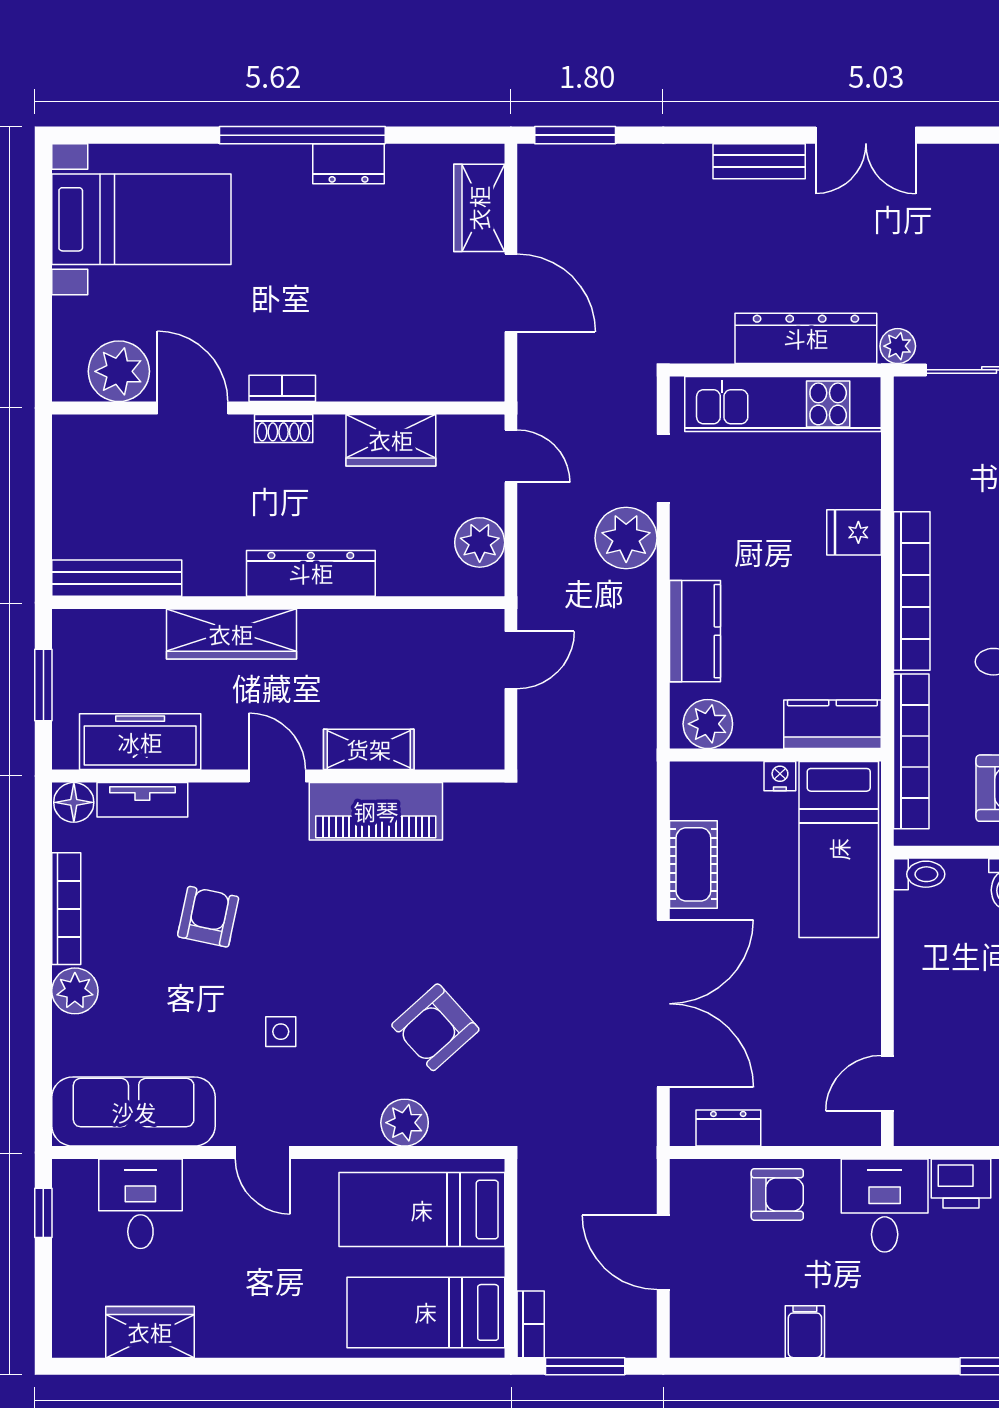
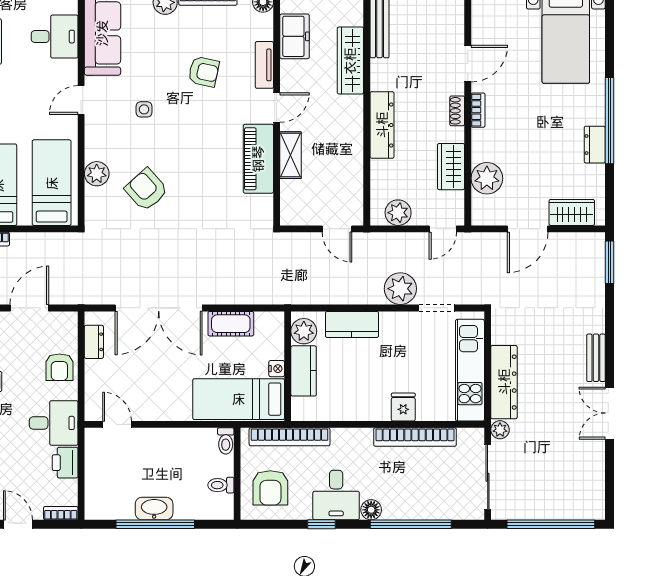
plant: (119, 371) -> (487, 178), moved
bookcase: (912, 591) -> (415, 437), moved
wardrobe: (231, 634) -> (350, 61), moved
kitchen counter: (832, 724) -> (304, 371), moved
freezer: (140, 742) -> (295, 36), width x0.71
tv unit: (142, 800) -> (264, 65), moved

